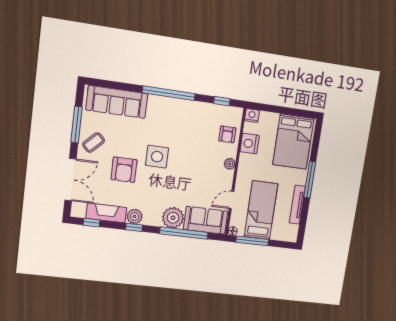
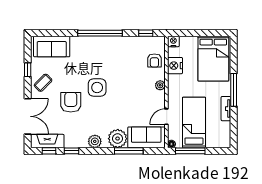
sofa: (117, 102) -> (52, 46), width x0.73
window: (77, 125) -> (28, 70), width x0.46
armchair: (124, 170) -> (71, 102), turned 180
tv unit: (297, 205) -> (226, 109), width x0.71
fireplace: (106, 213) -> (47, 141), moved
plant: (135, 216) -> (95, 141), moved
window: (134, 227) -> (71, 151), moved
window: (184, 233) -> (129, 151), width x0.68

